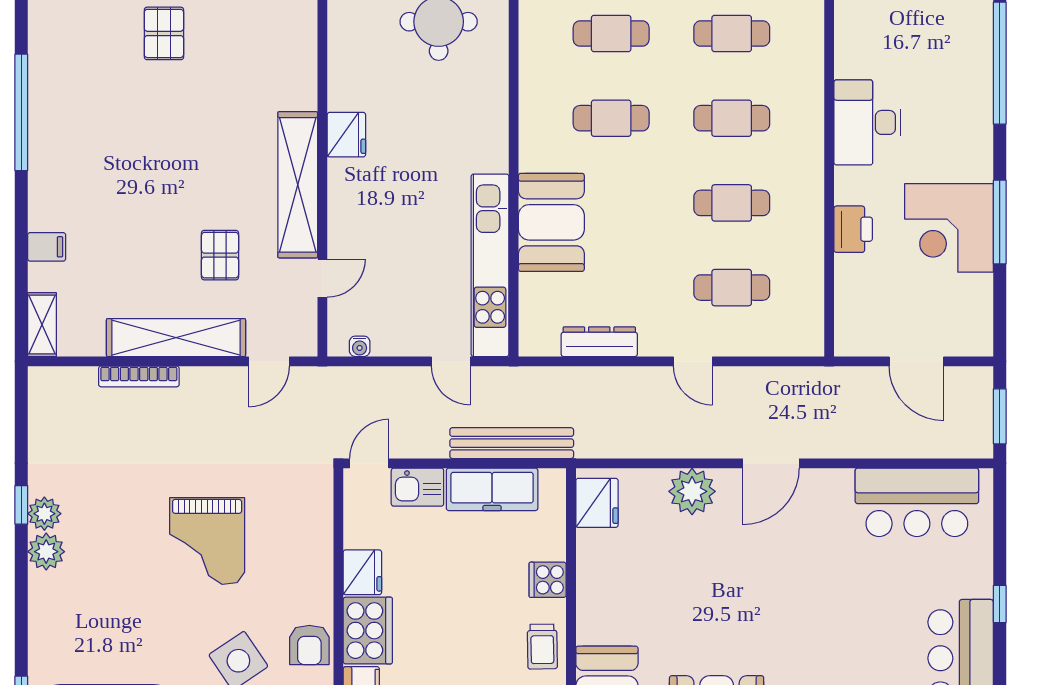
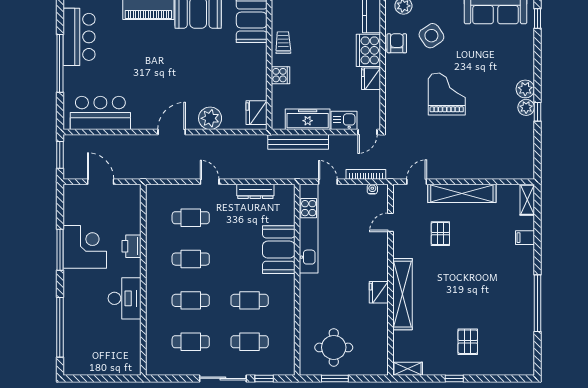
shelving: (298, 185) -> (403, 294), moved
bookcase: (139, 376) -> (366, 174), moved
window: (1000, 604) -> (60, 63), width x3.17

